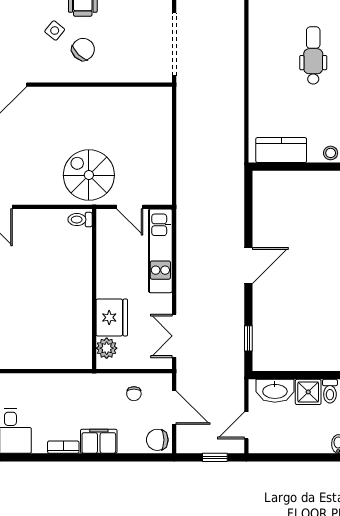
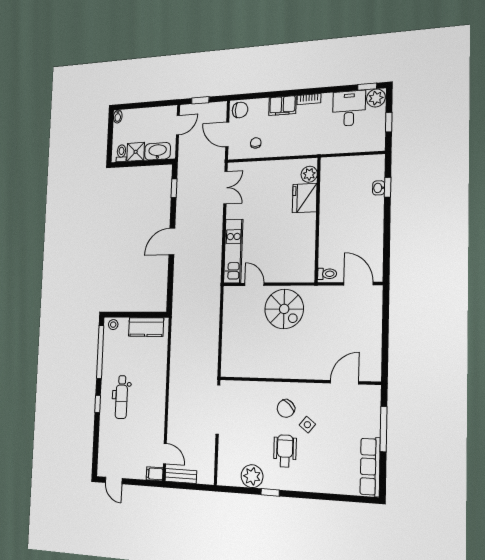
toilet: (80, 220) -> (327, 274), moved
wall: (94, 289) -> (318, 220), moved
fridge: (112, 317) -> (305, 198), moved
plant: (107, 348) -> (309, 174), moved

